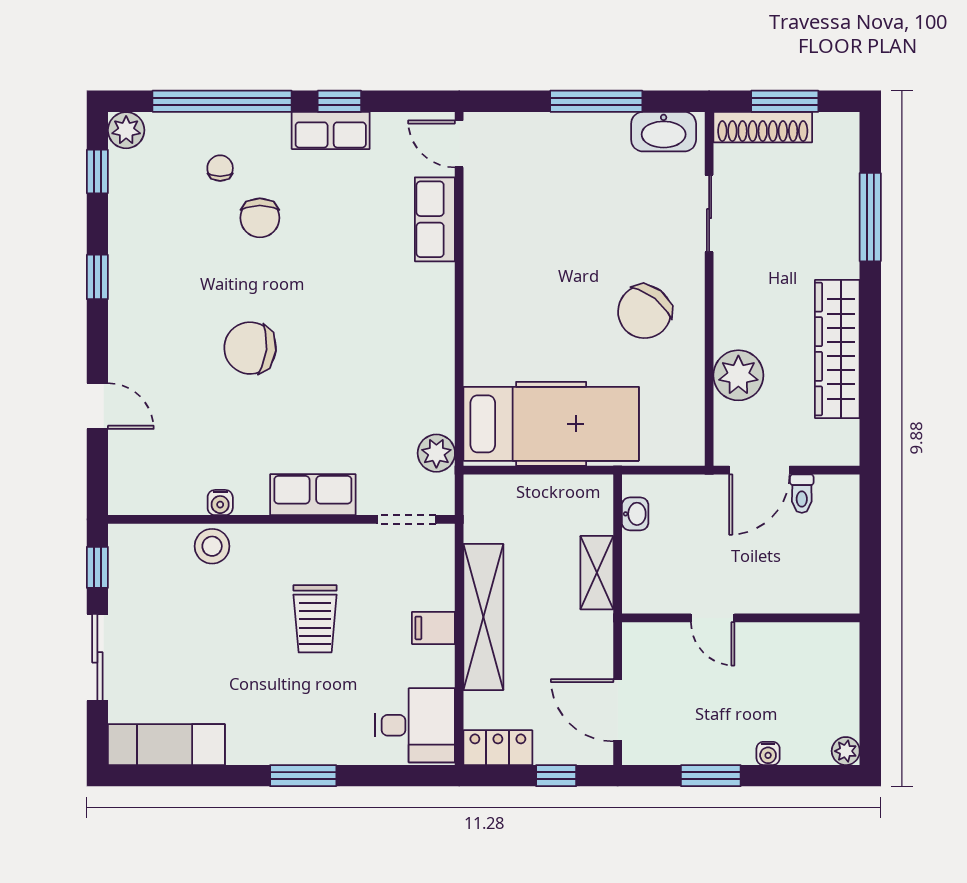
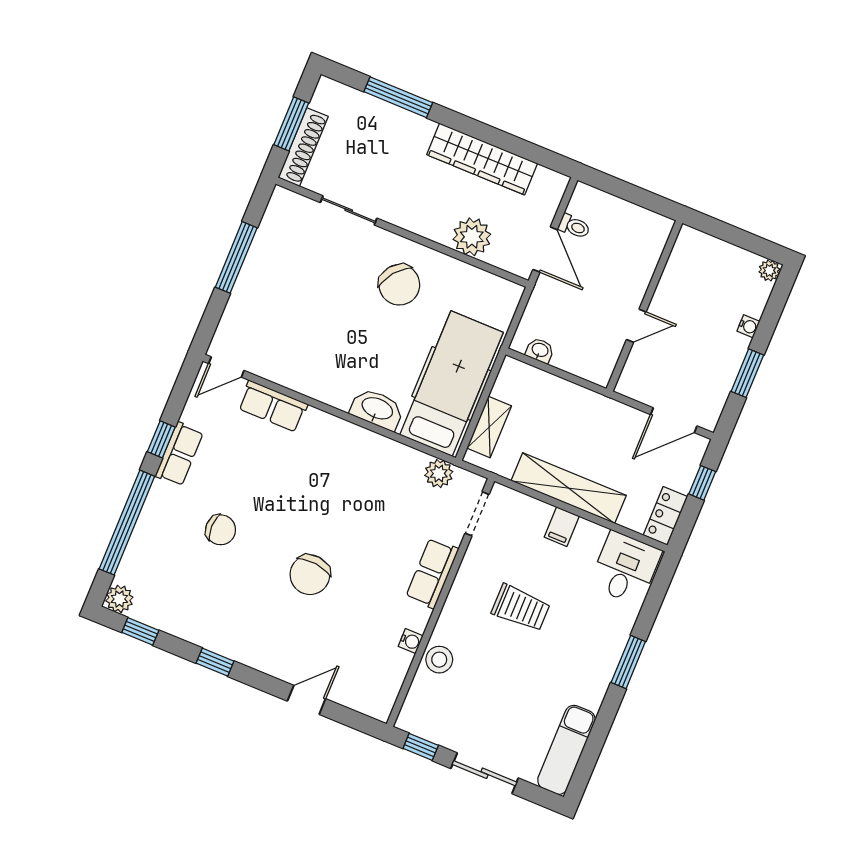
washbasin: (664, 132) -> (377, 409), moved, turned -90
chair: (220, 168) -> (174, 543), removed
shelving: (597, 573) -> (489, 427), moved, turned 90

